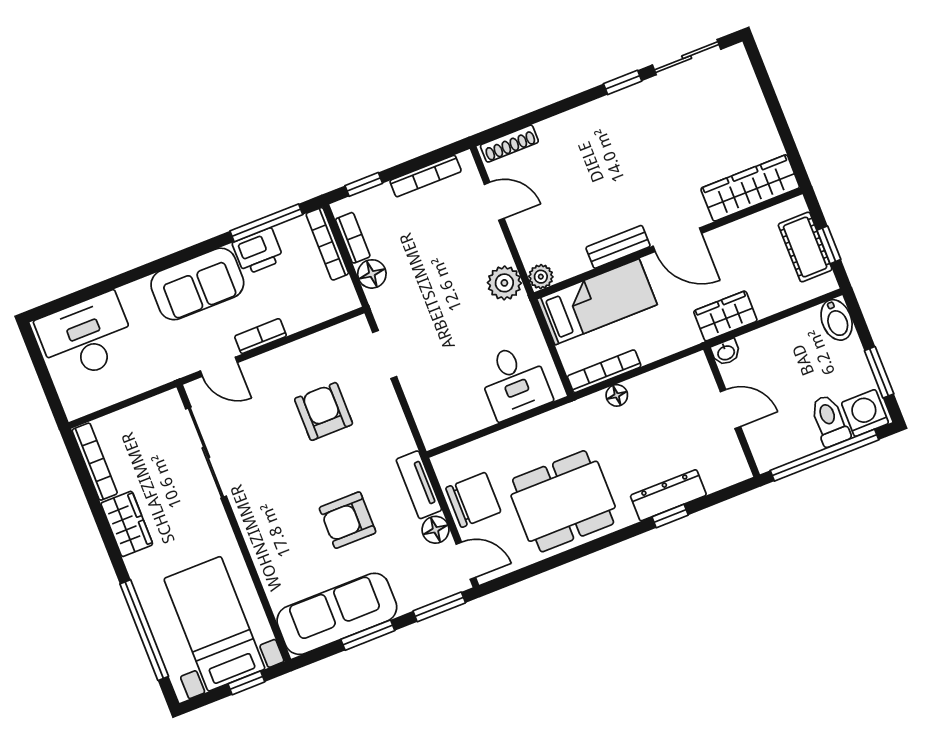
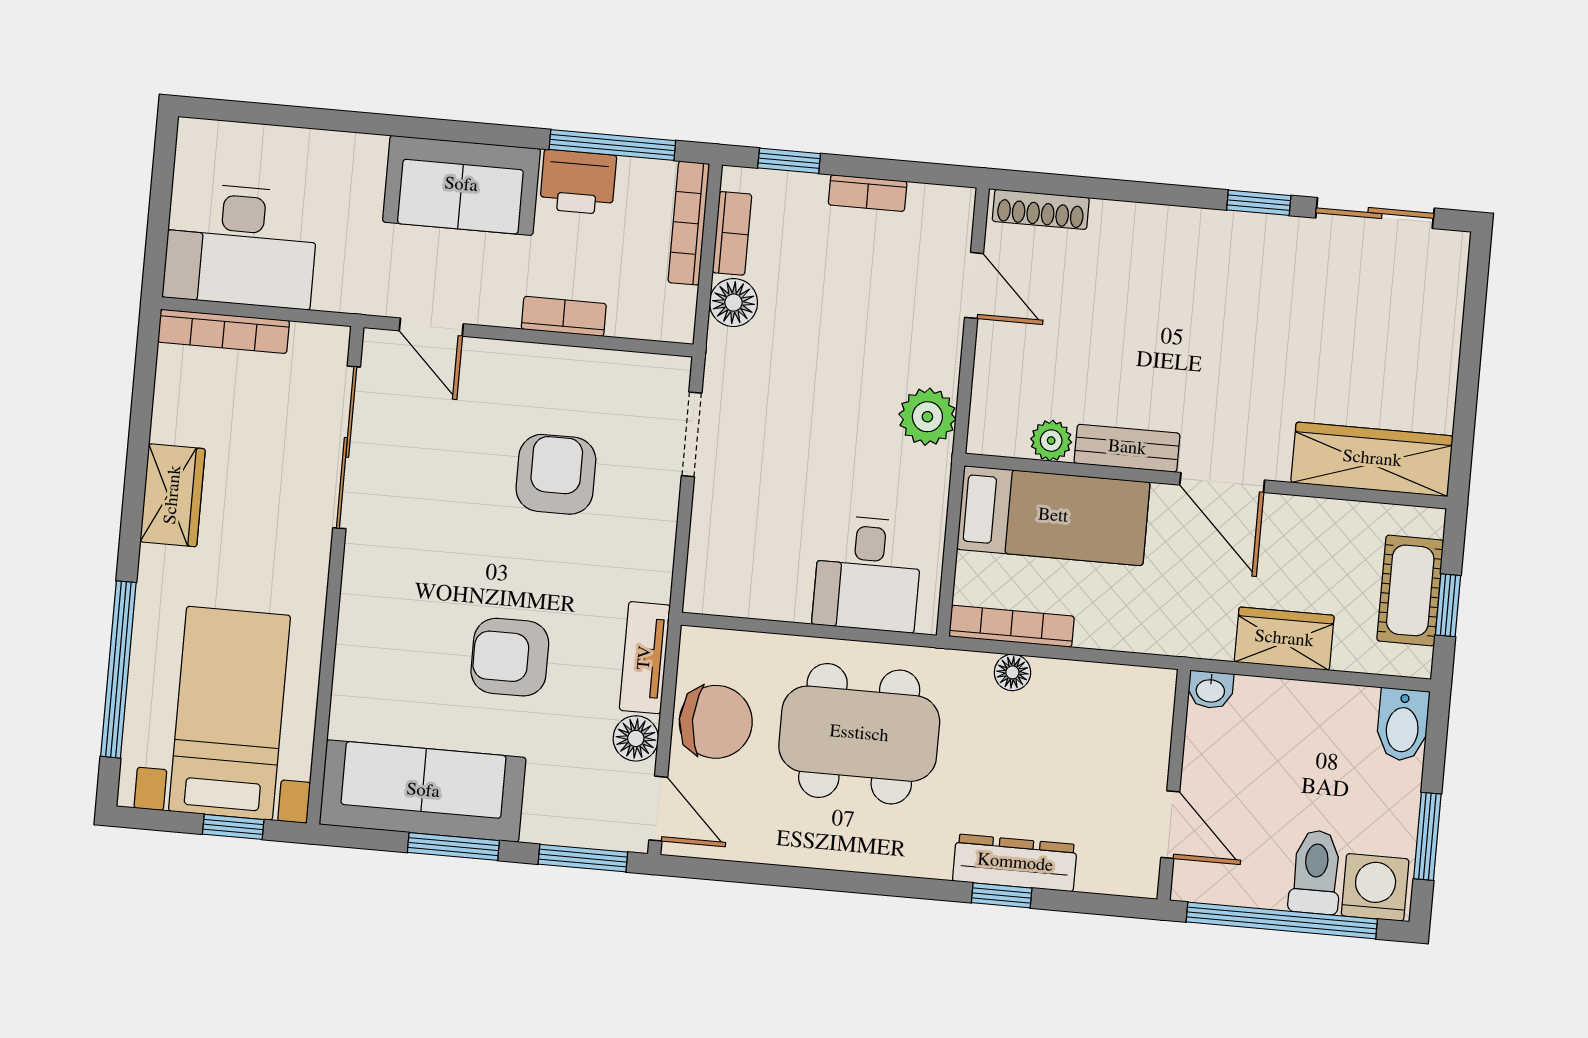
bookcase: (426, 176) -> (868, 193), width x0.64
plant: (541, 277) -> (1051, 441), moved
wardrobe: (725, 316) -> (1284, 639), moved
bookcase: (261, 336) -> (564, 316), moved
desk: (86, 337) -> (241, 246), moved, turned 180
door: (730, 409) -> (1170, 825), moved
bookcase: (95, 462) -> (224, 331), moved, turned 90
dining table: (563, 501) -> (859, 734), moved

